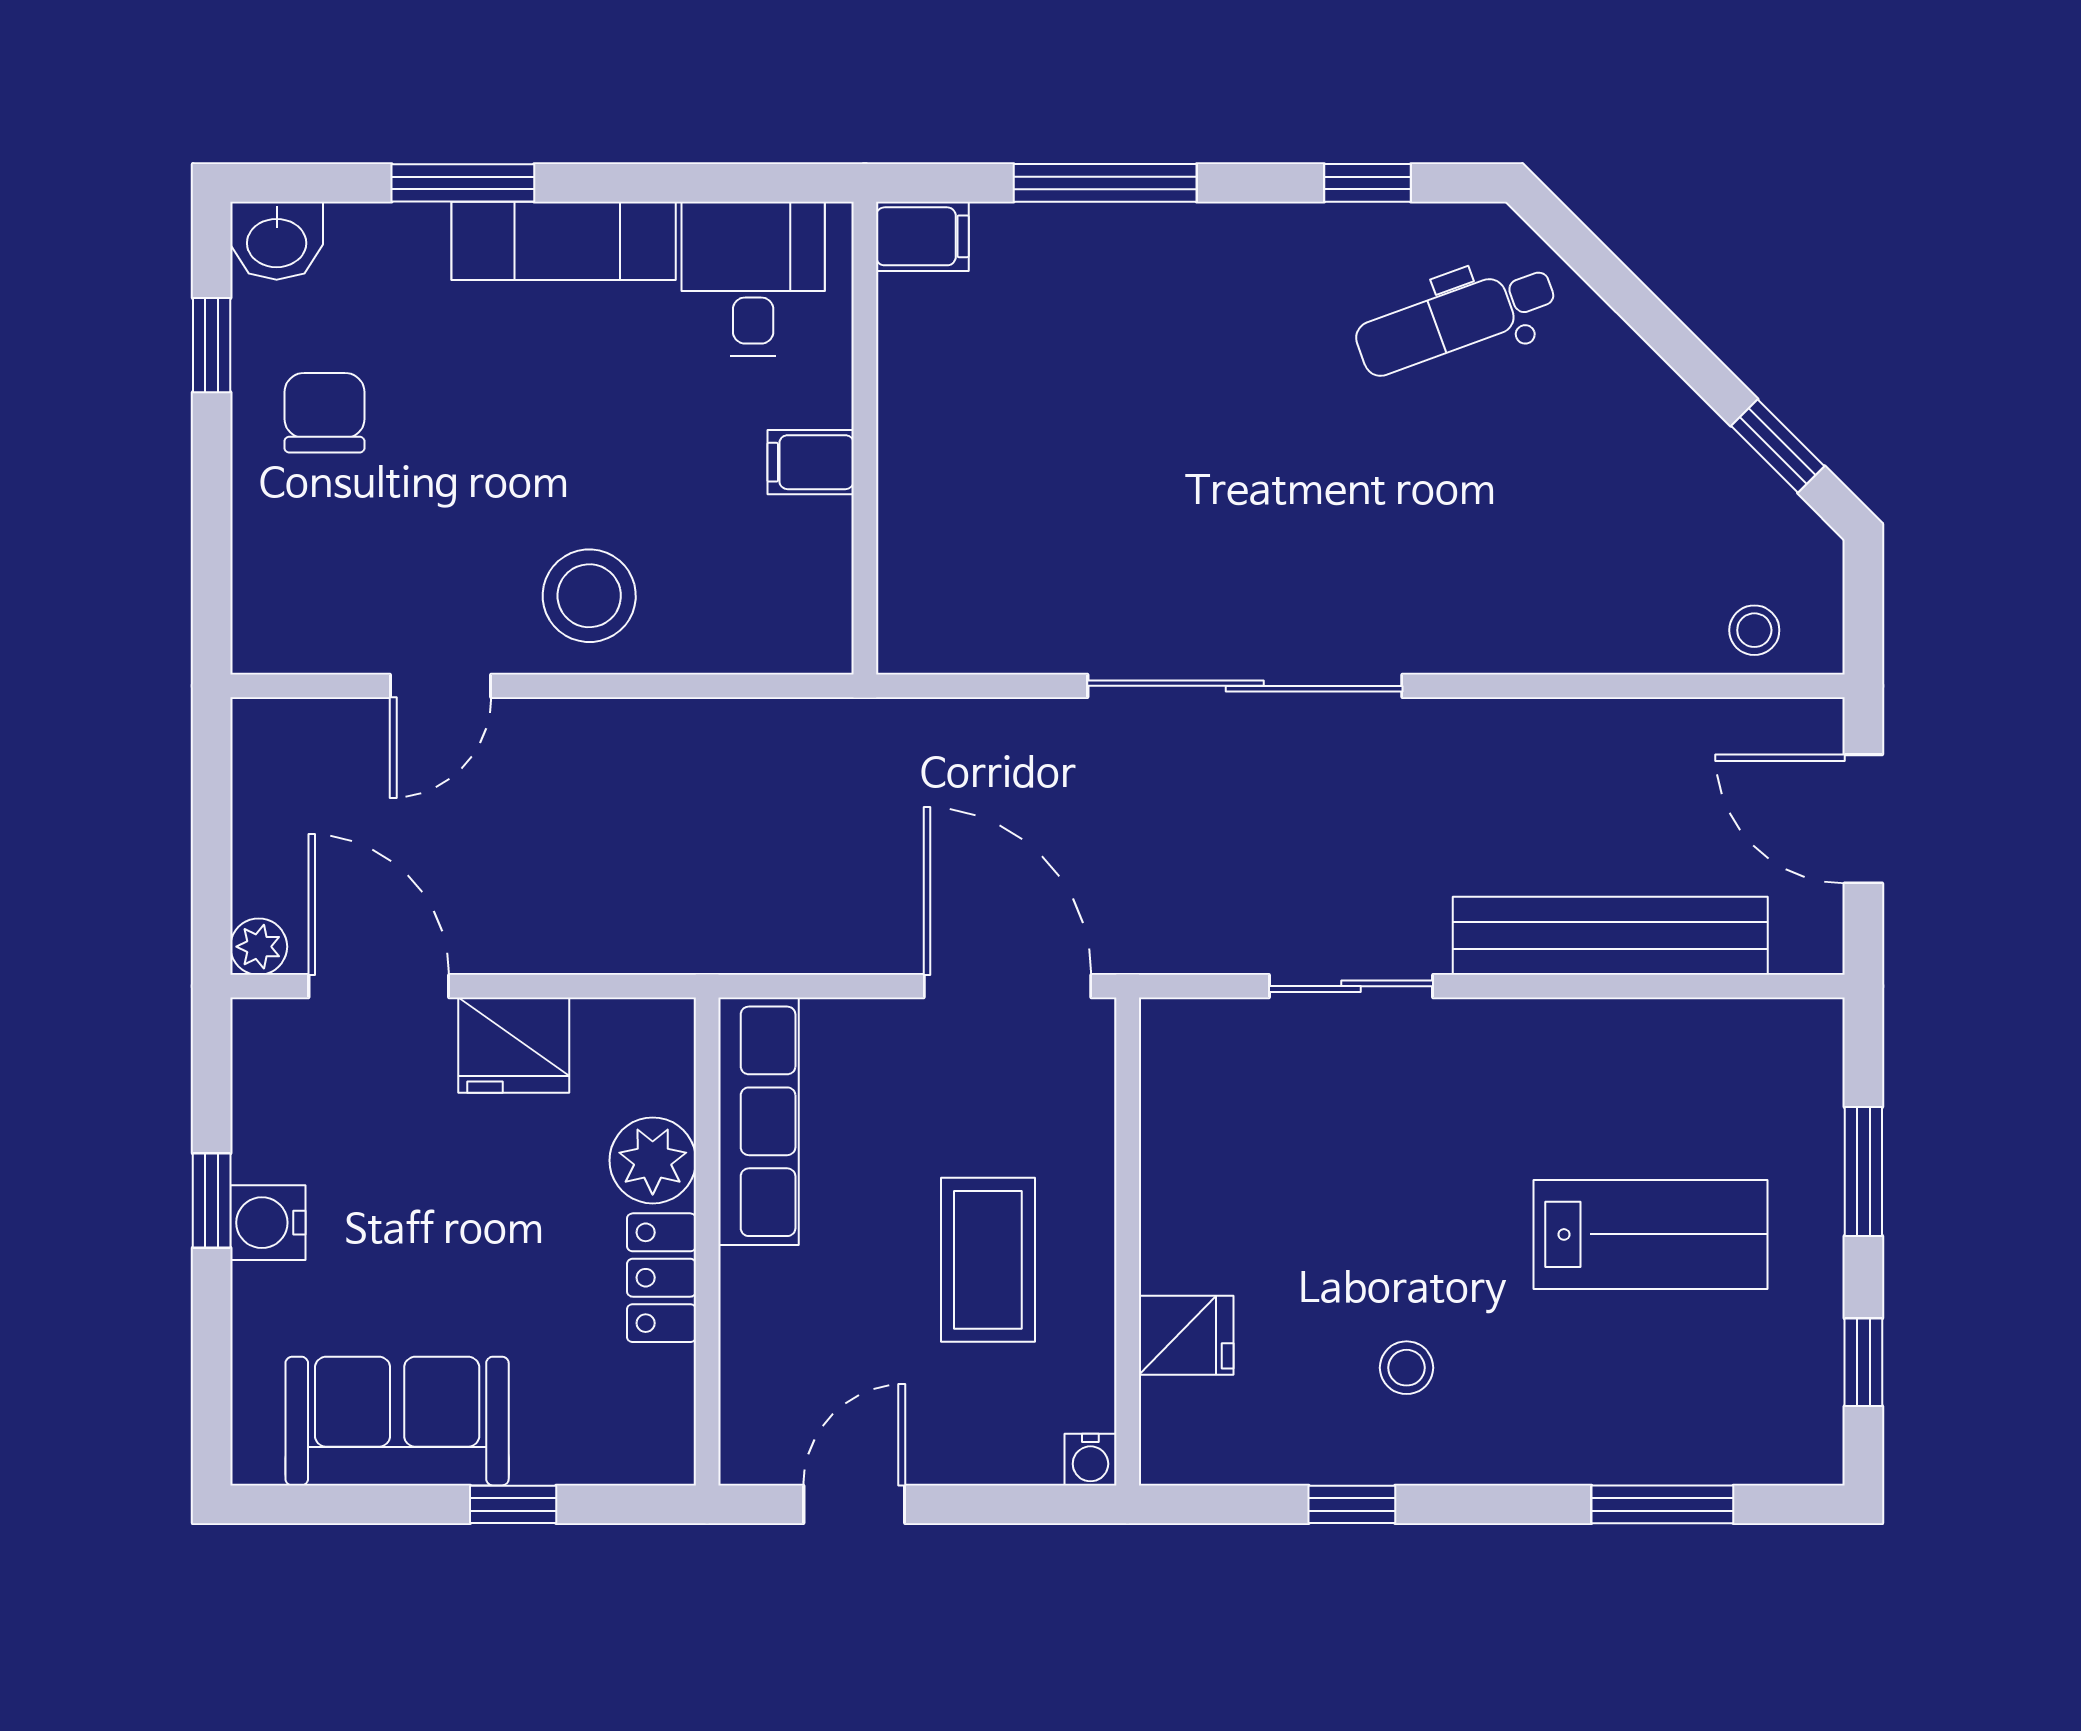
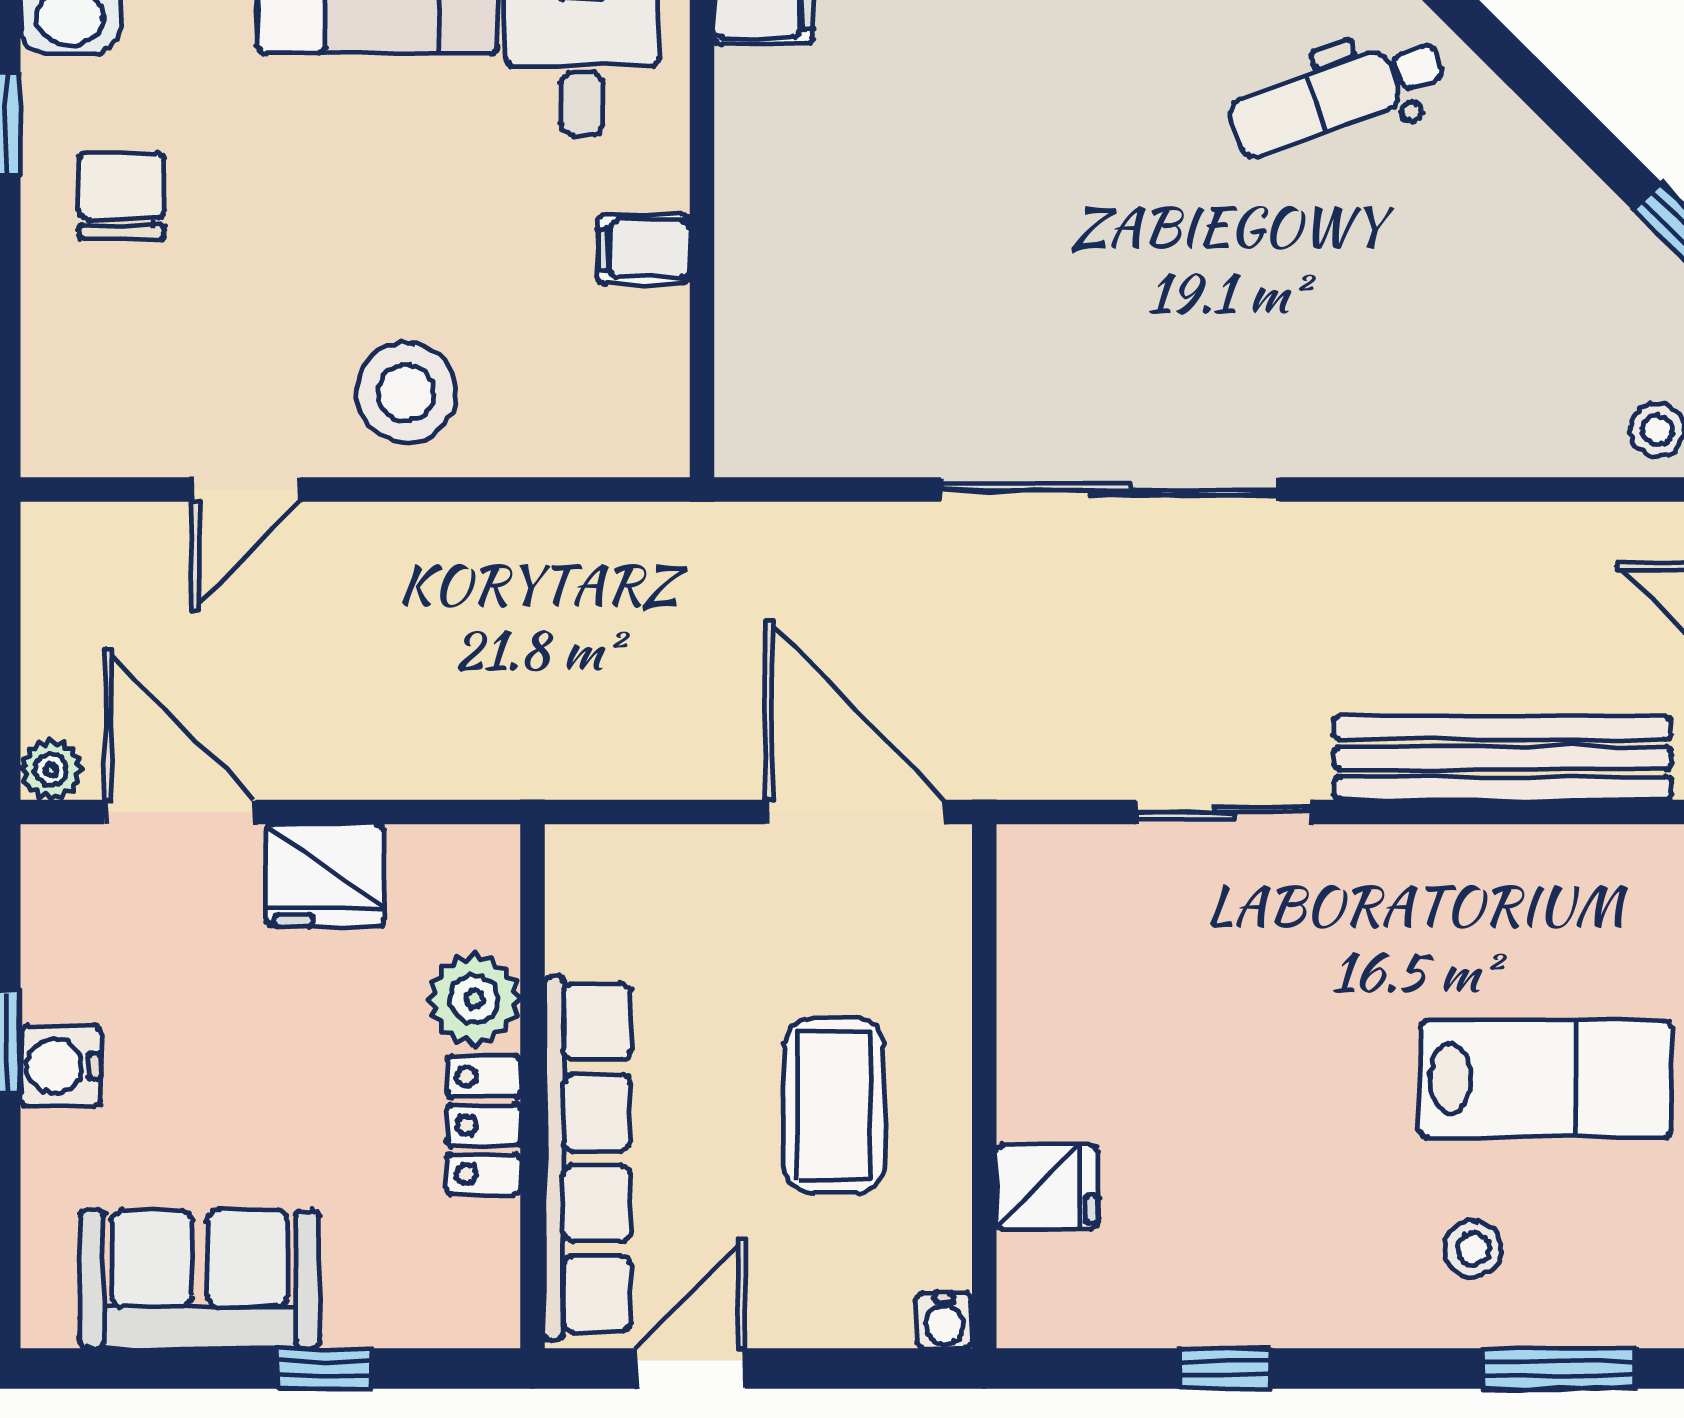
row of seats: (758, 1121) -> (588, 1158), moved, width x1.36
stool: (1407, 1368) -> (1473, 1249), moved

